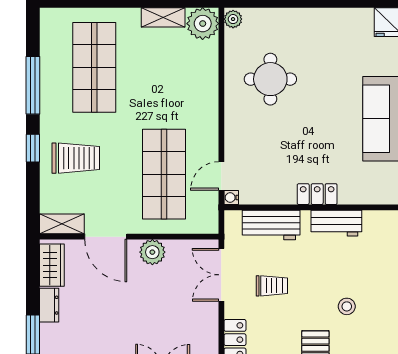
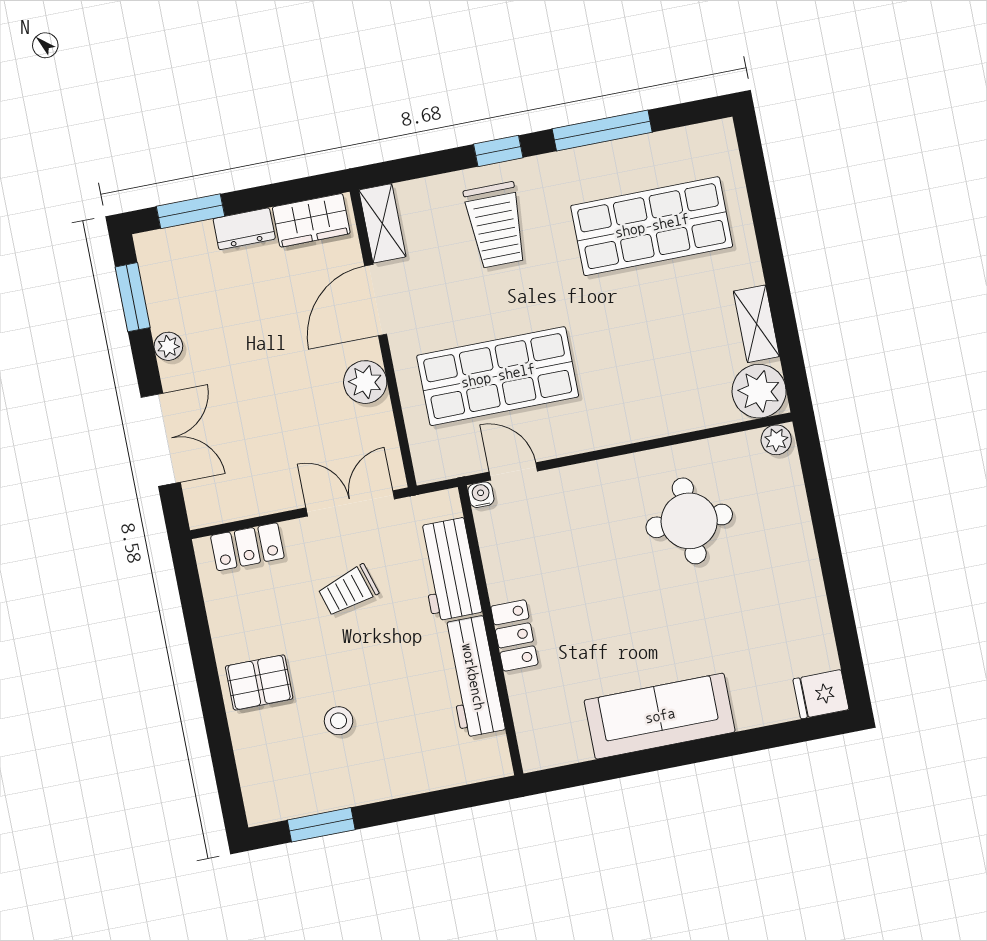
workbench: (336, 223) -> (473, 677), width x1.38
trolley: (272, 286) -> (348, 590), turned 73

